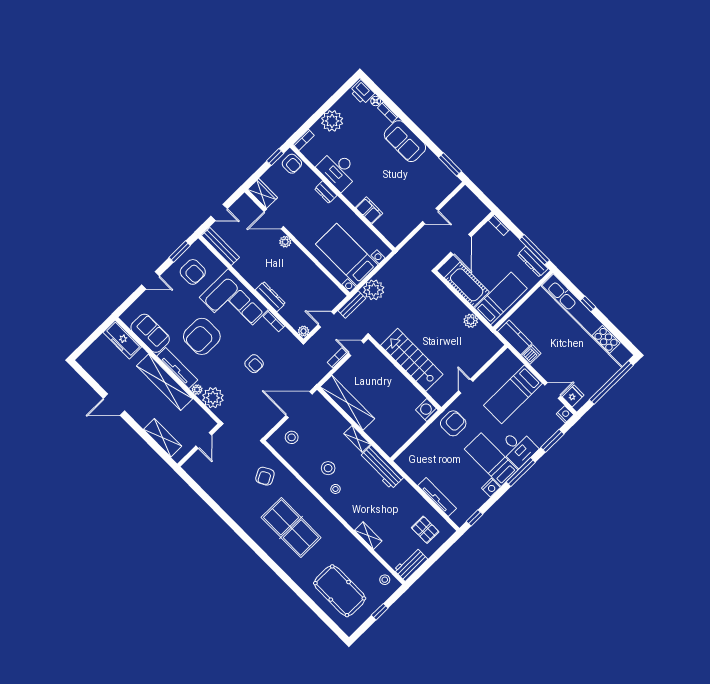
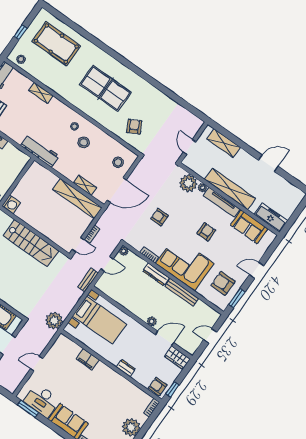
desk: (338, 170) -> (42, 400), moved, turned 180
bench: (221, 247) -> (182, 292), moved
plant: (374, 290) -> (54, 321), moved
armchair: (202, 336) -> (206, 232), width x0.53, depth x0.53
shelving: (357, 439) -> (85, 185), moved

